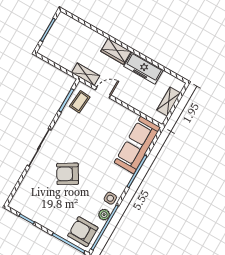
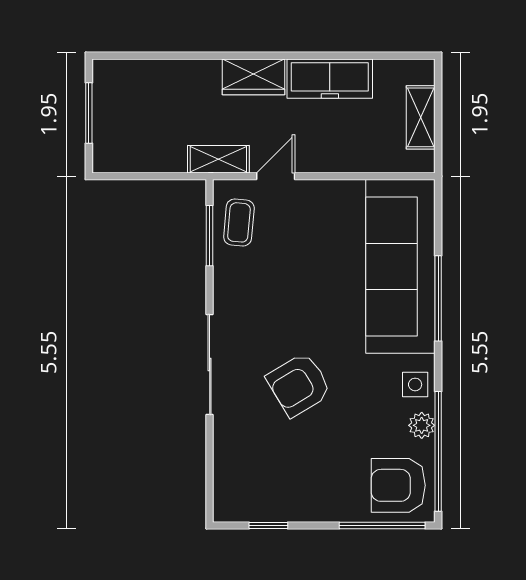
sofa: (137, 145) -> (400, 266), width x1.36, depth x1.27

